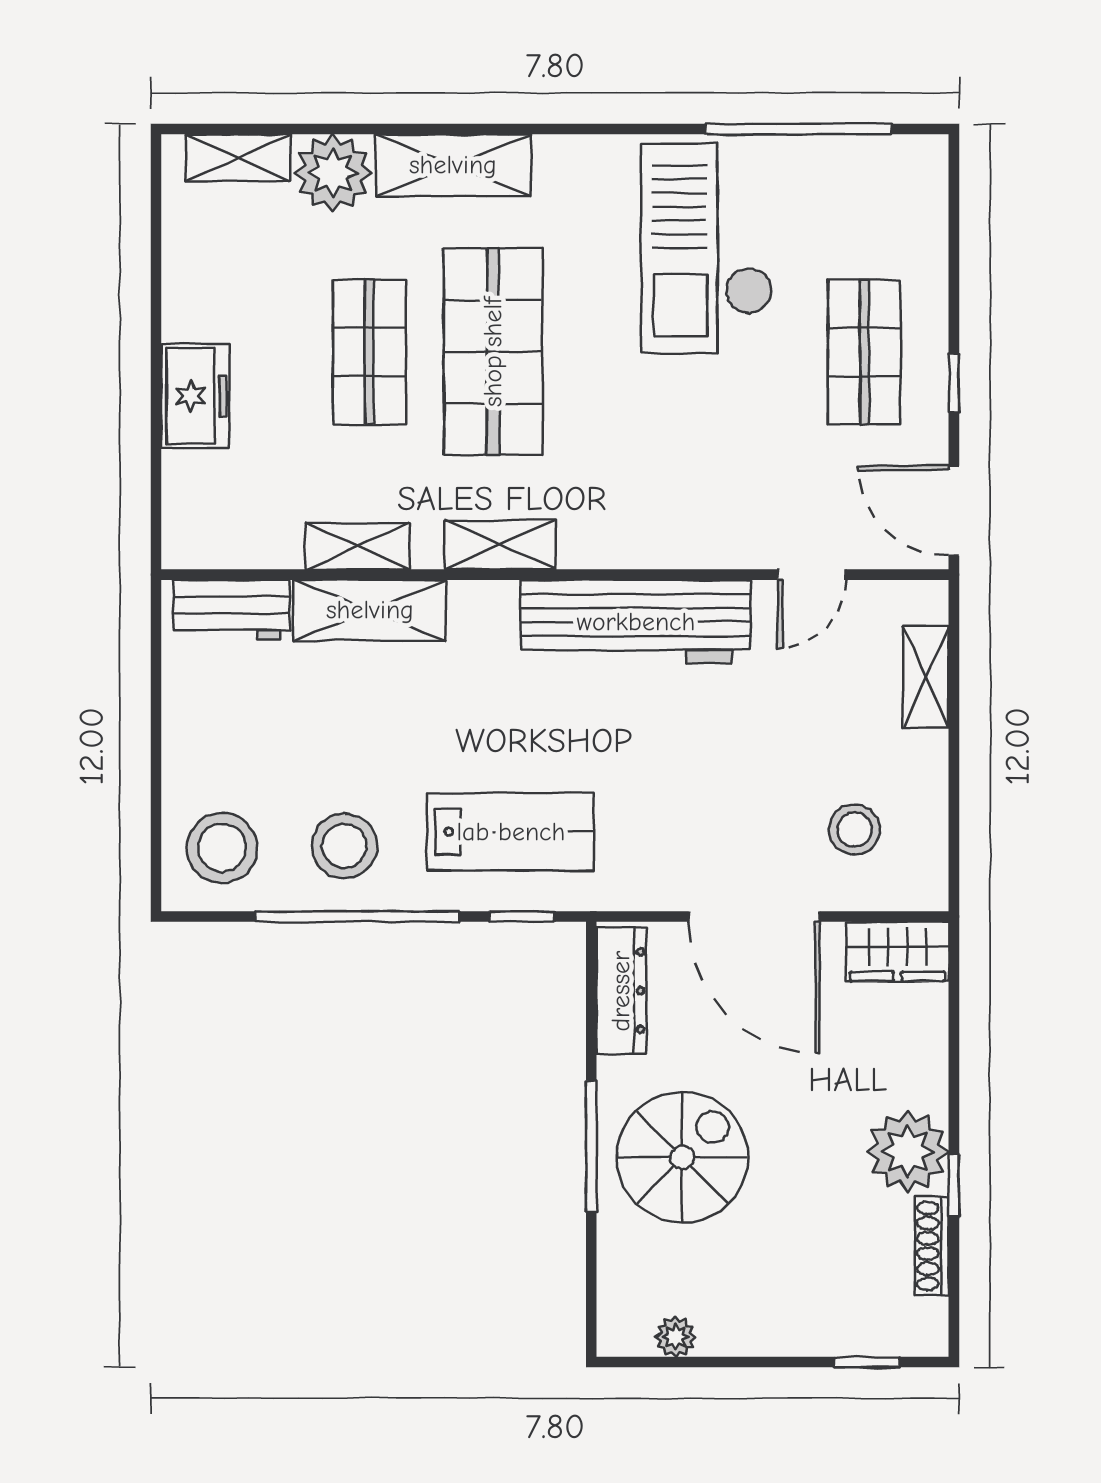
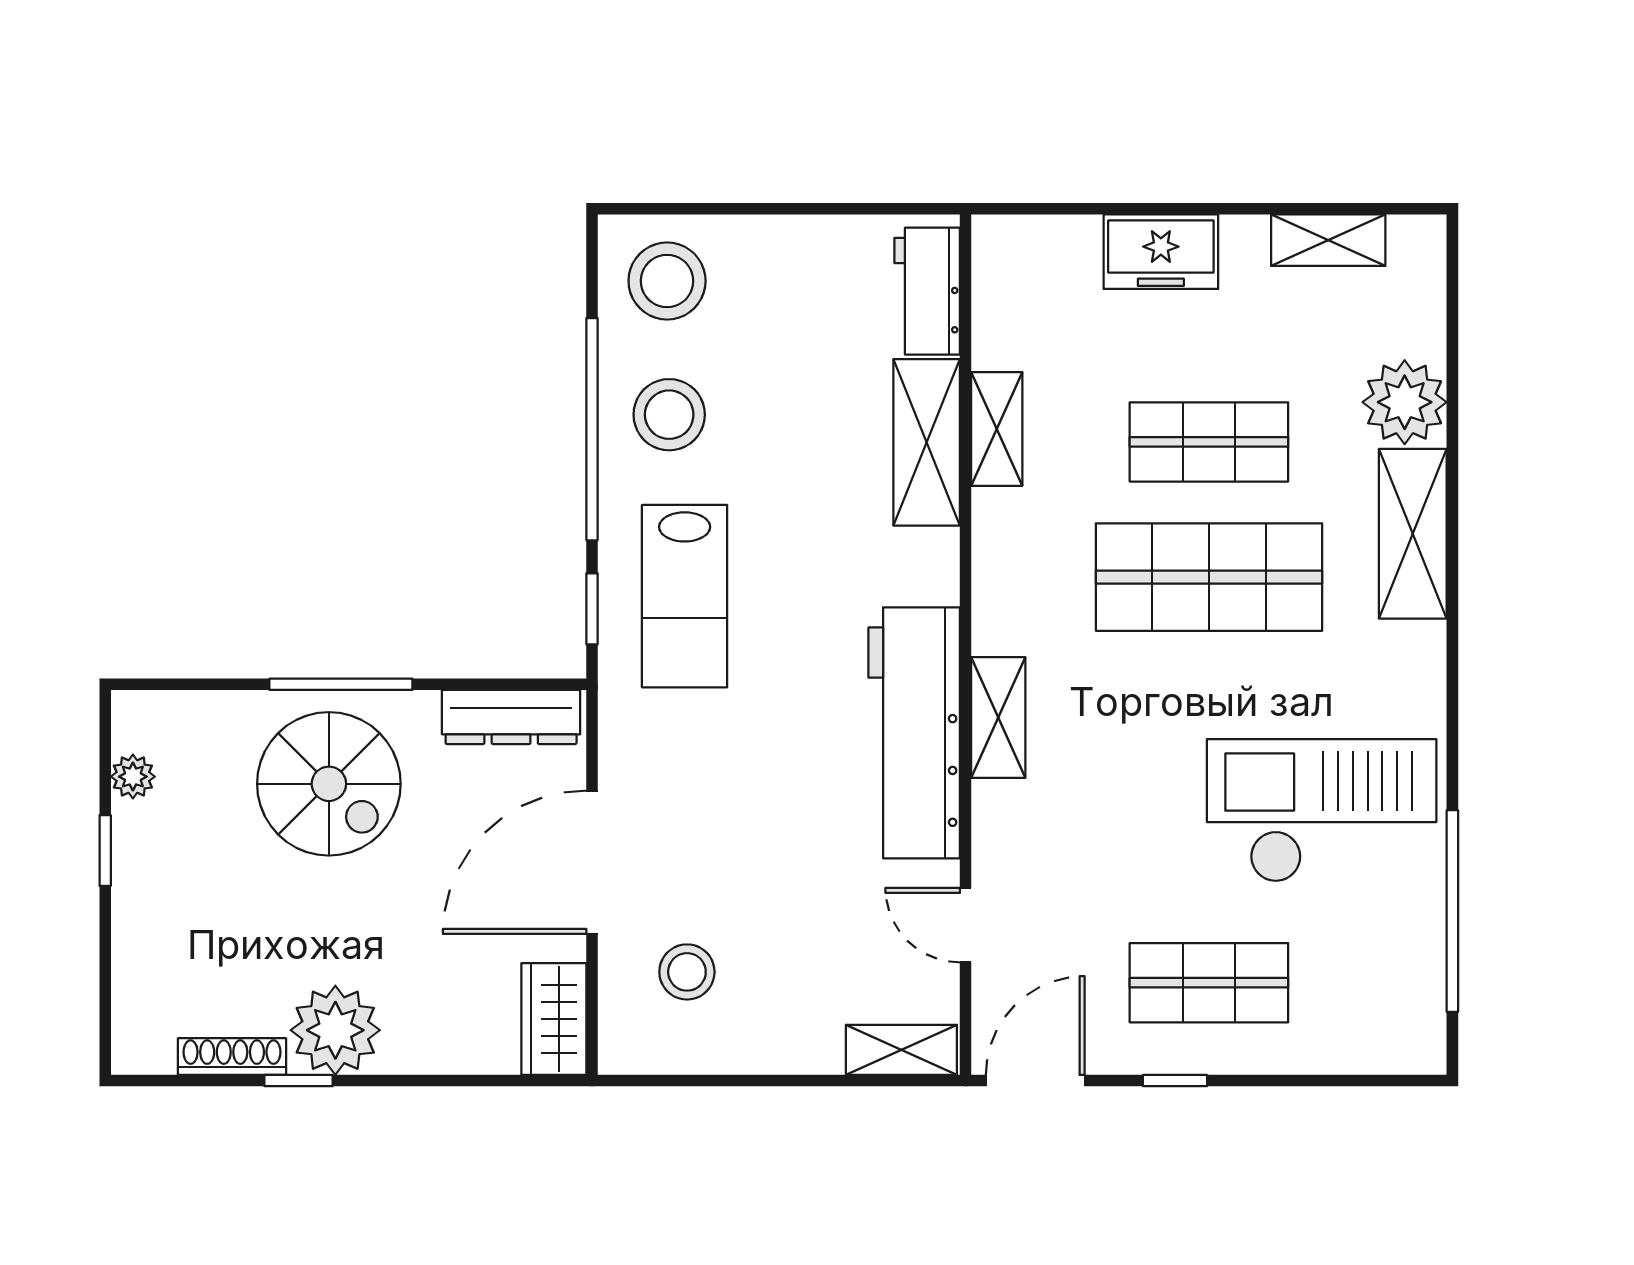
shelving: (238, 158) -> (1328, 240), moved, turned 90
shelving: (500, 545) -> (998, 718), moved
shelving: (926, 677) -> (901, 1050), moved
window: (867, 1362) -> (105, 851), moved

